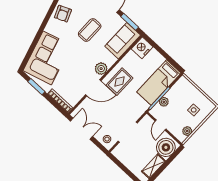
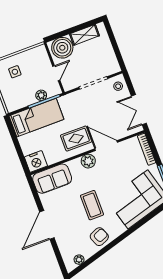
window: (130, 22) -> (35, 194), removed
coffee table: (90, 30) -> (92, 205), moved, turned 90
plant: (187, 131) -> (32, 53), removed

